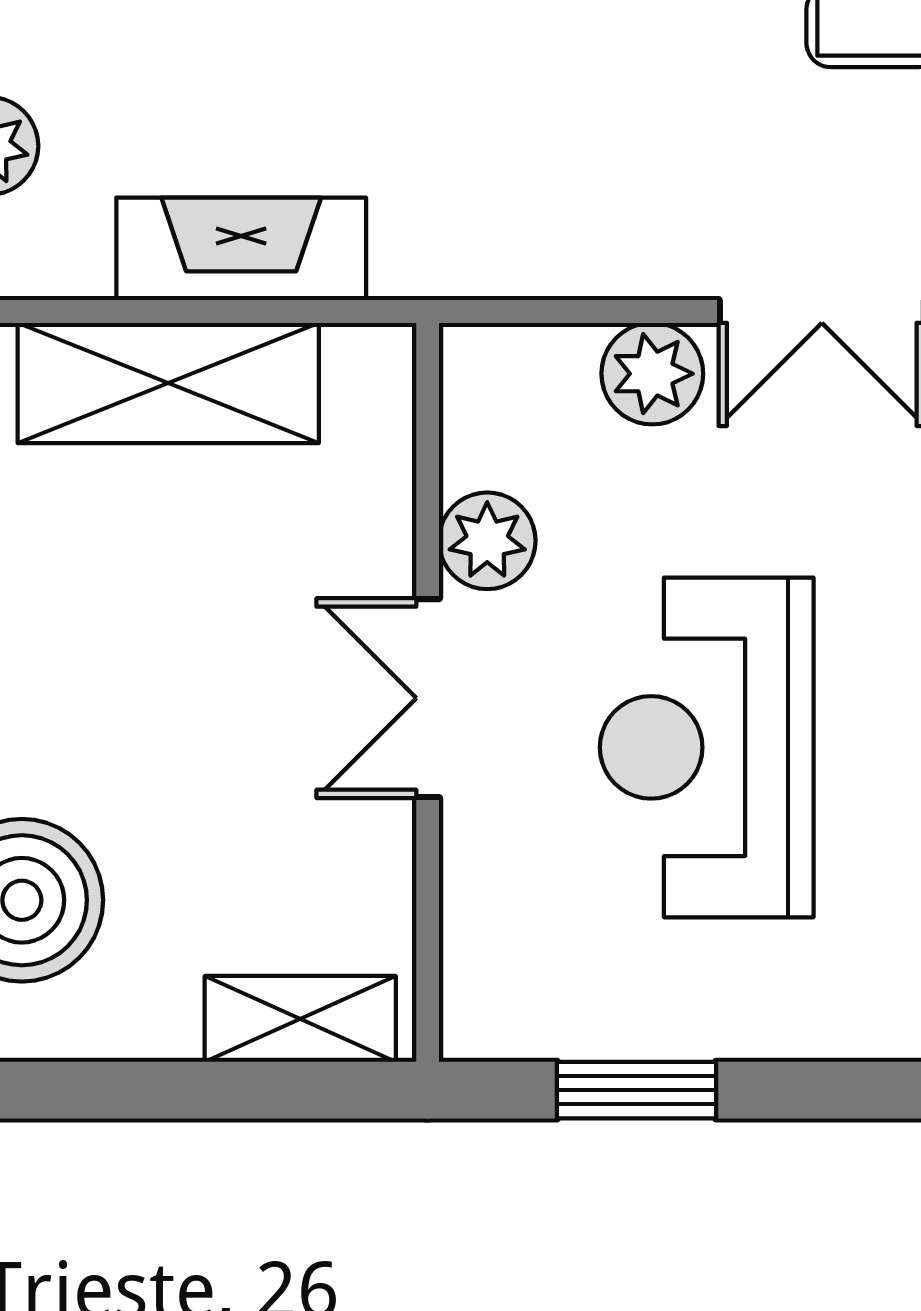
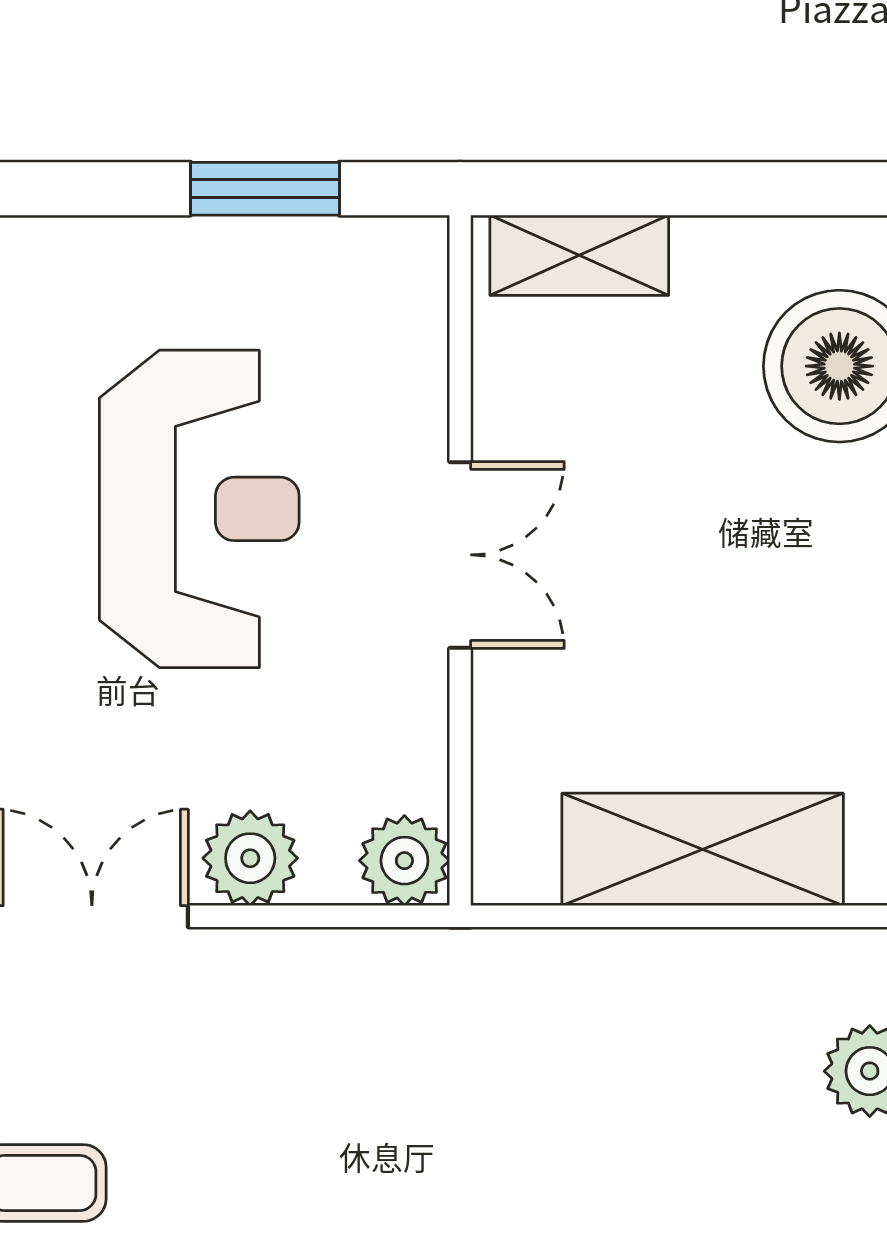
fireplace: (241, 249) -> (634, 975), removed
plant: (487, 541) -> (404, 861), moved

